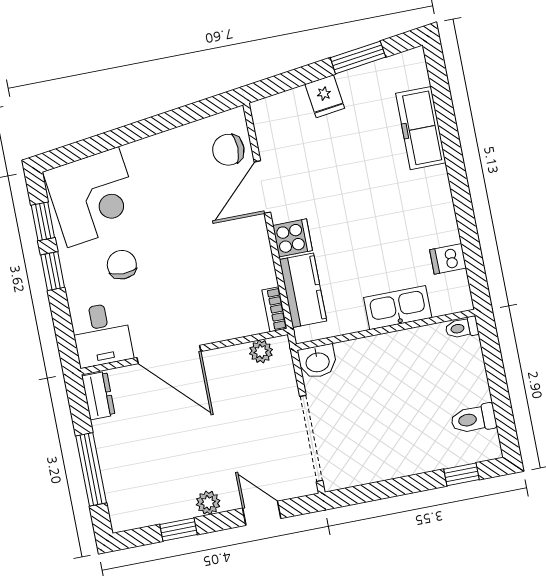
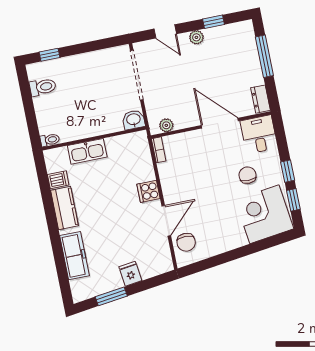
chair: (228, 150) -> (186, 242), turned 90
chair: (122, 265) -> (247, 175), turned 180
kitchen counter: (303, 290) -> (64, 208), moved, turned 180

